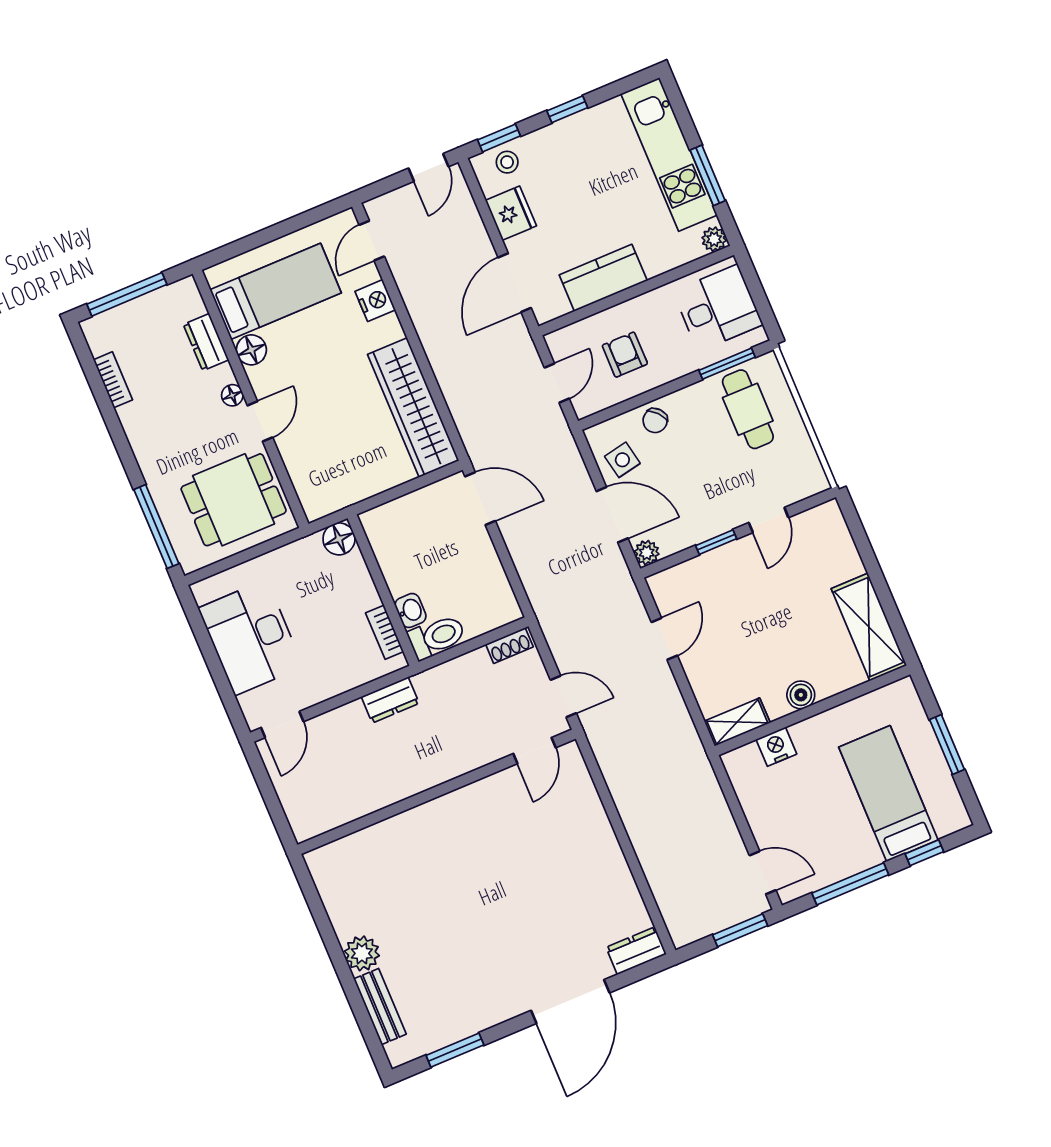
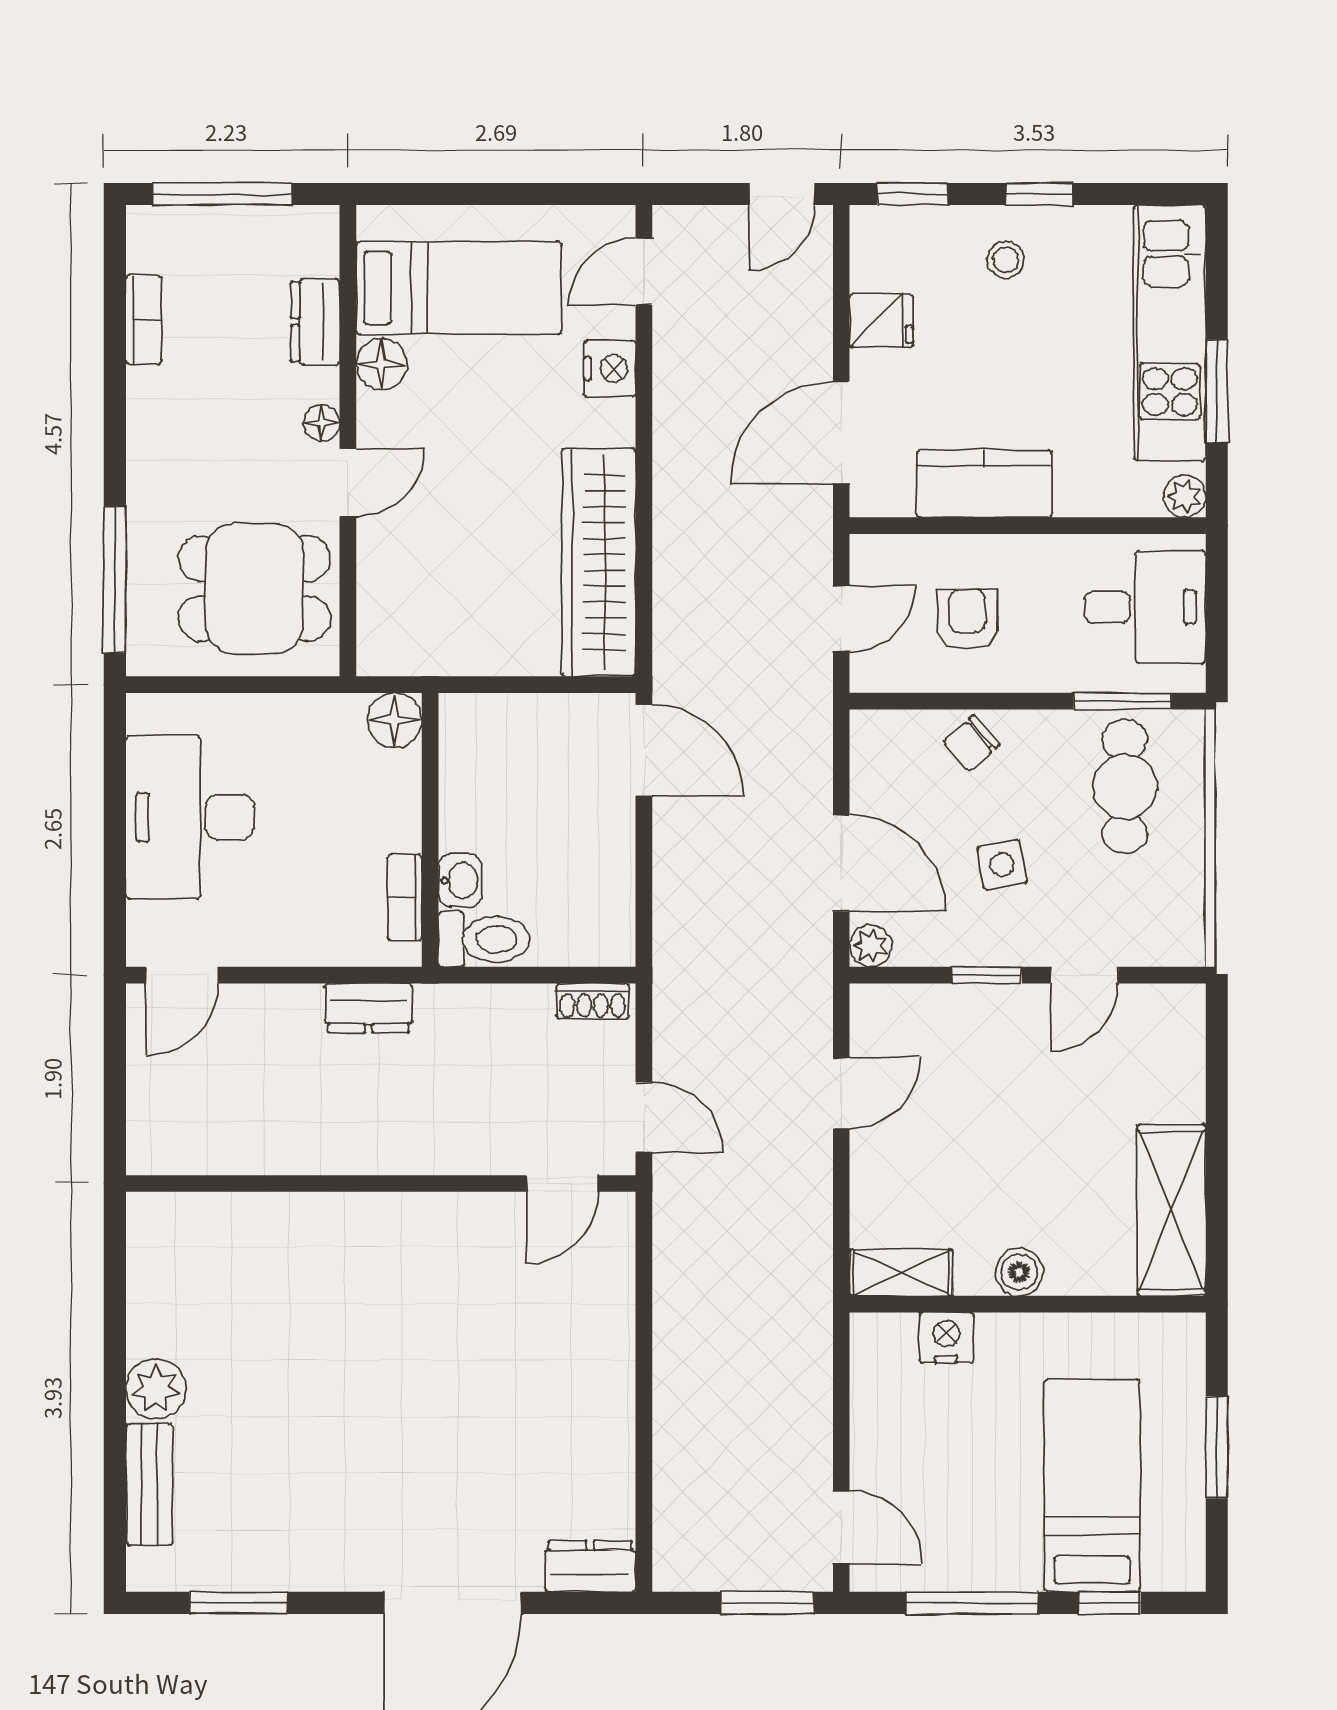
stool: (507, 162) -> (1006, 260), moved
fridge: (511, 213) -> (881, 321), width x0.72
side table: (622, 460) -> (1002, 865), moved

